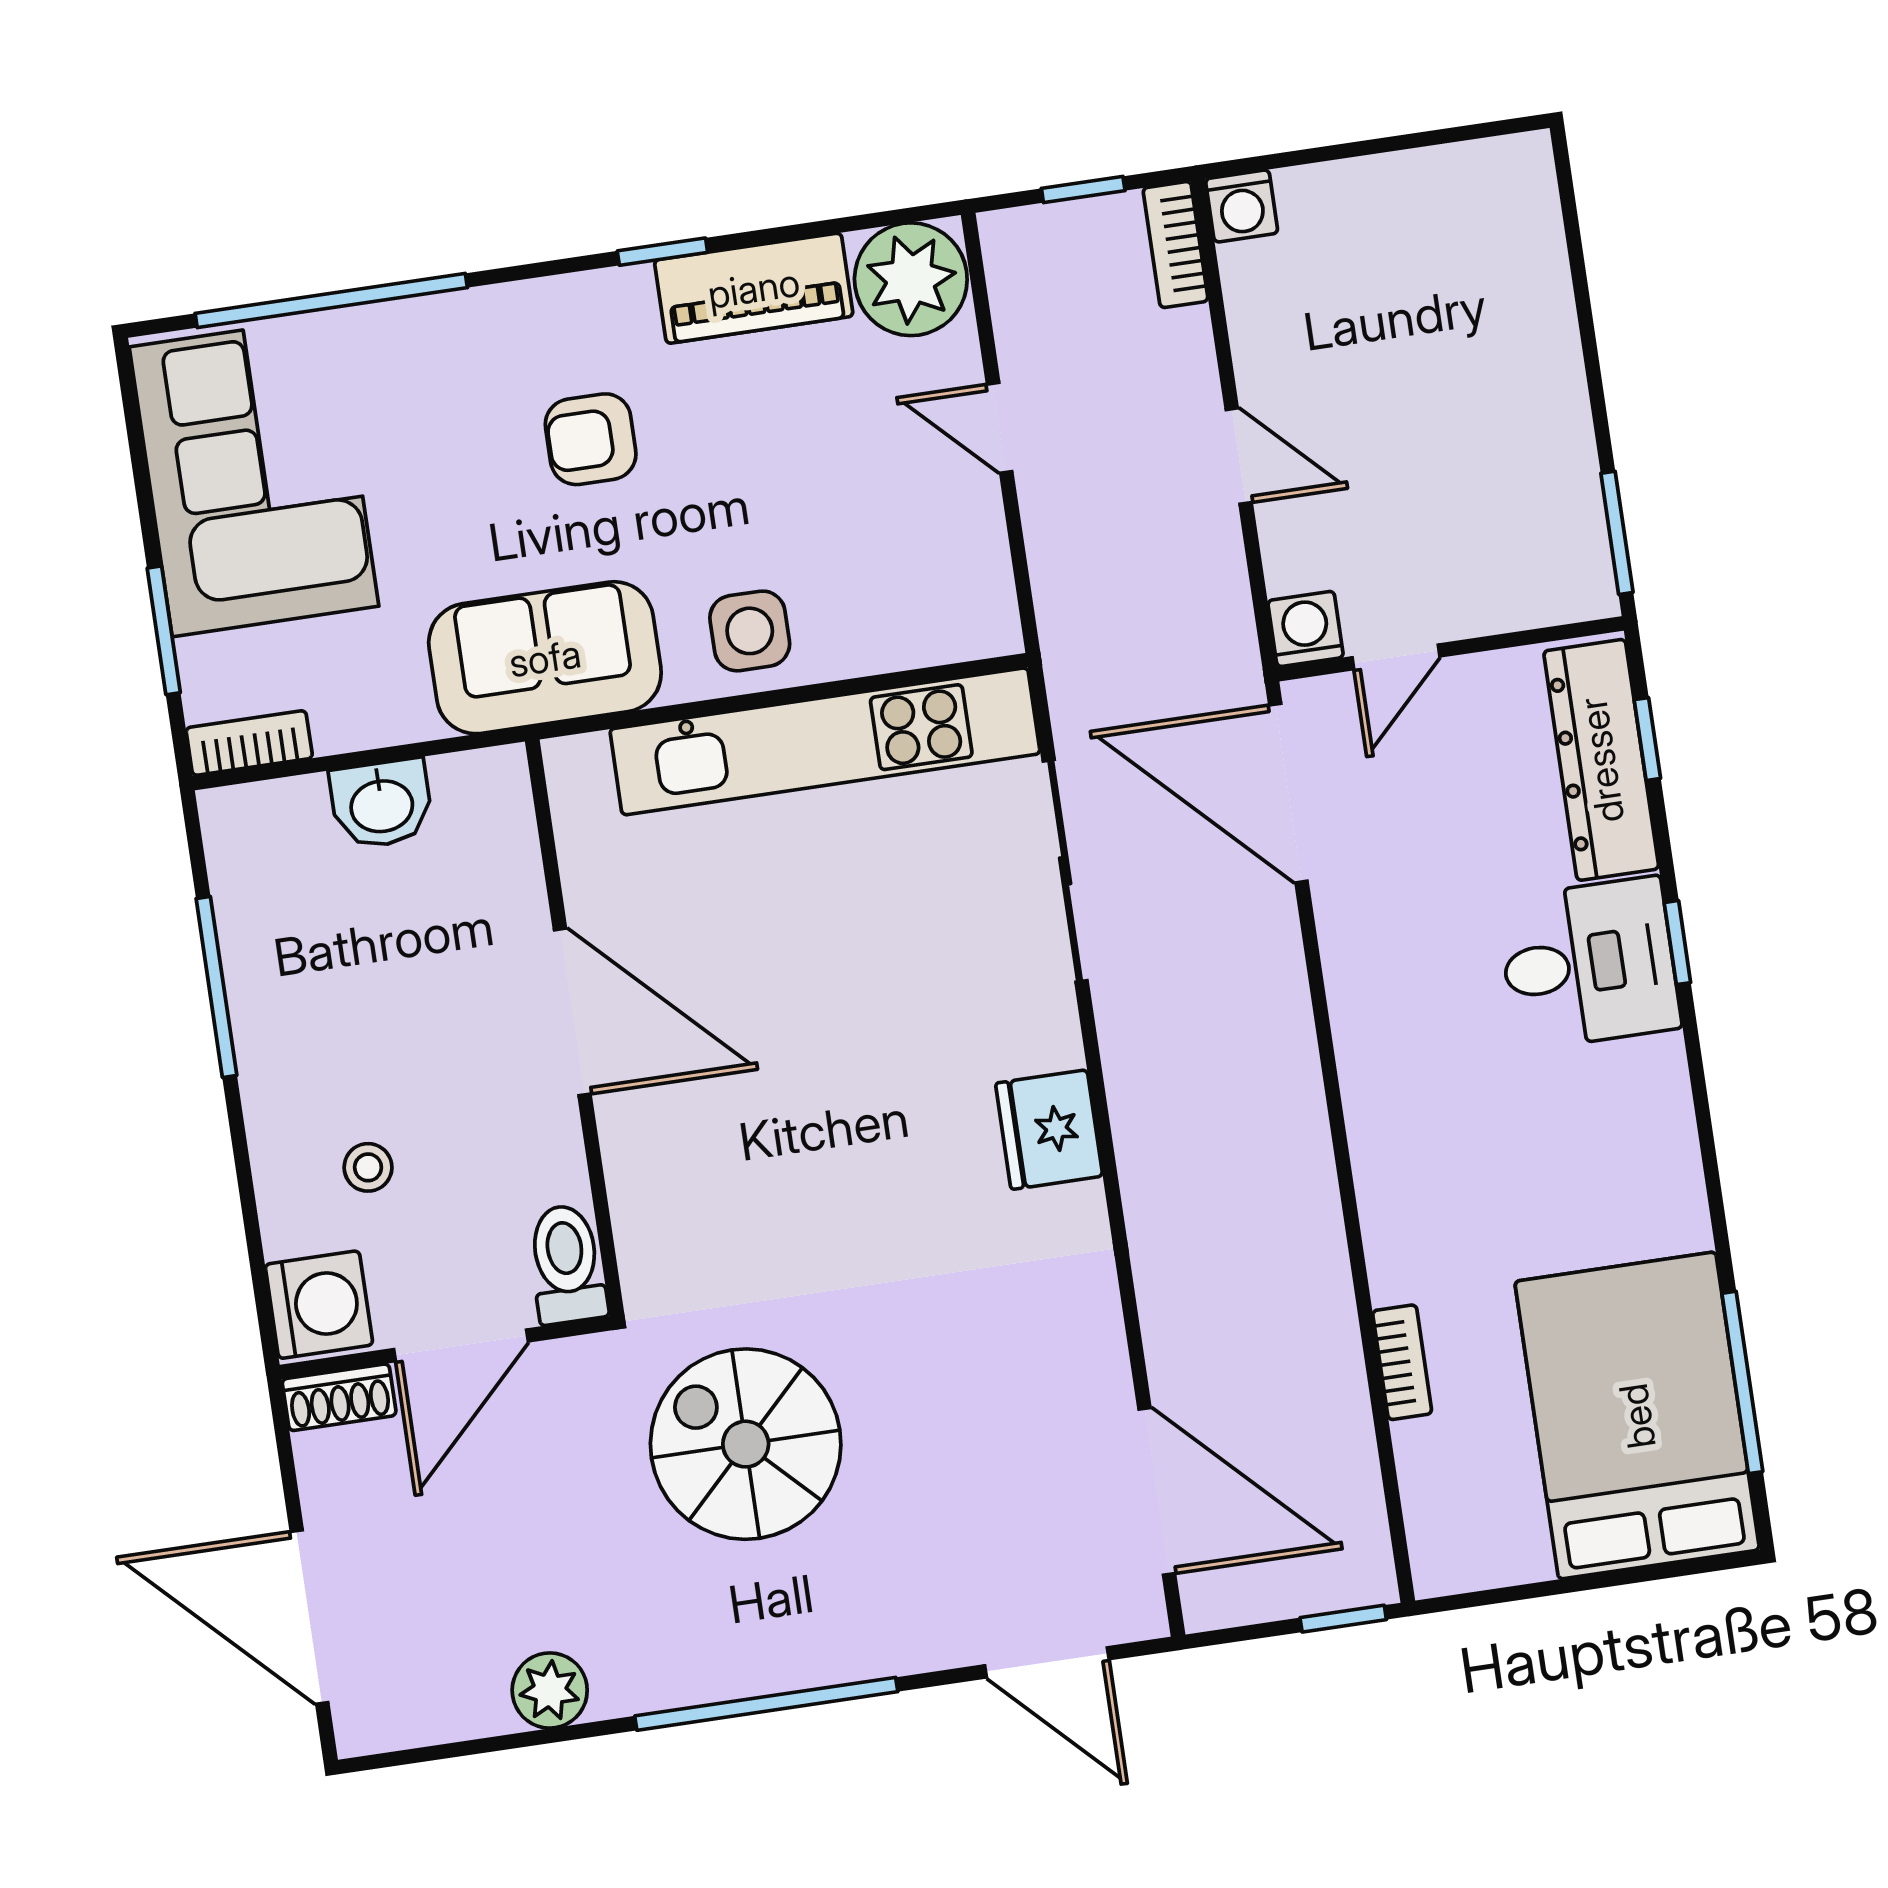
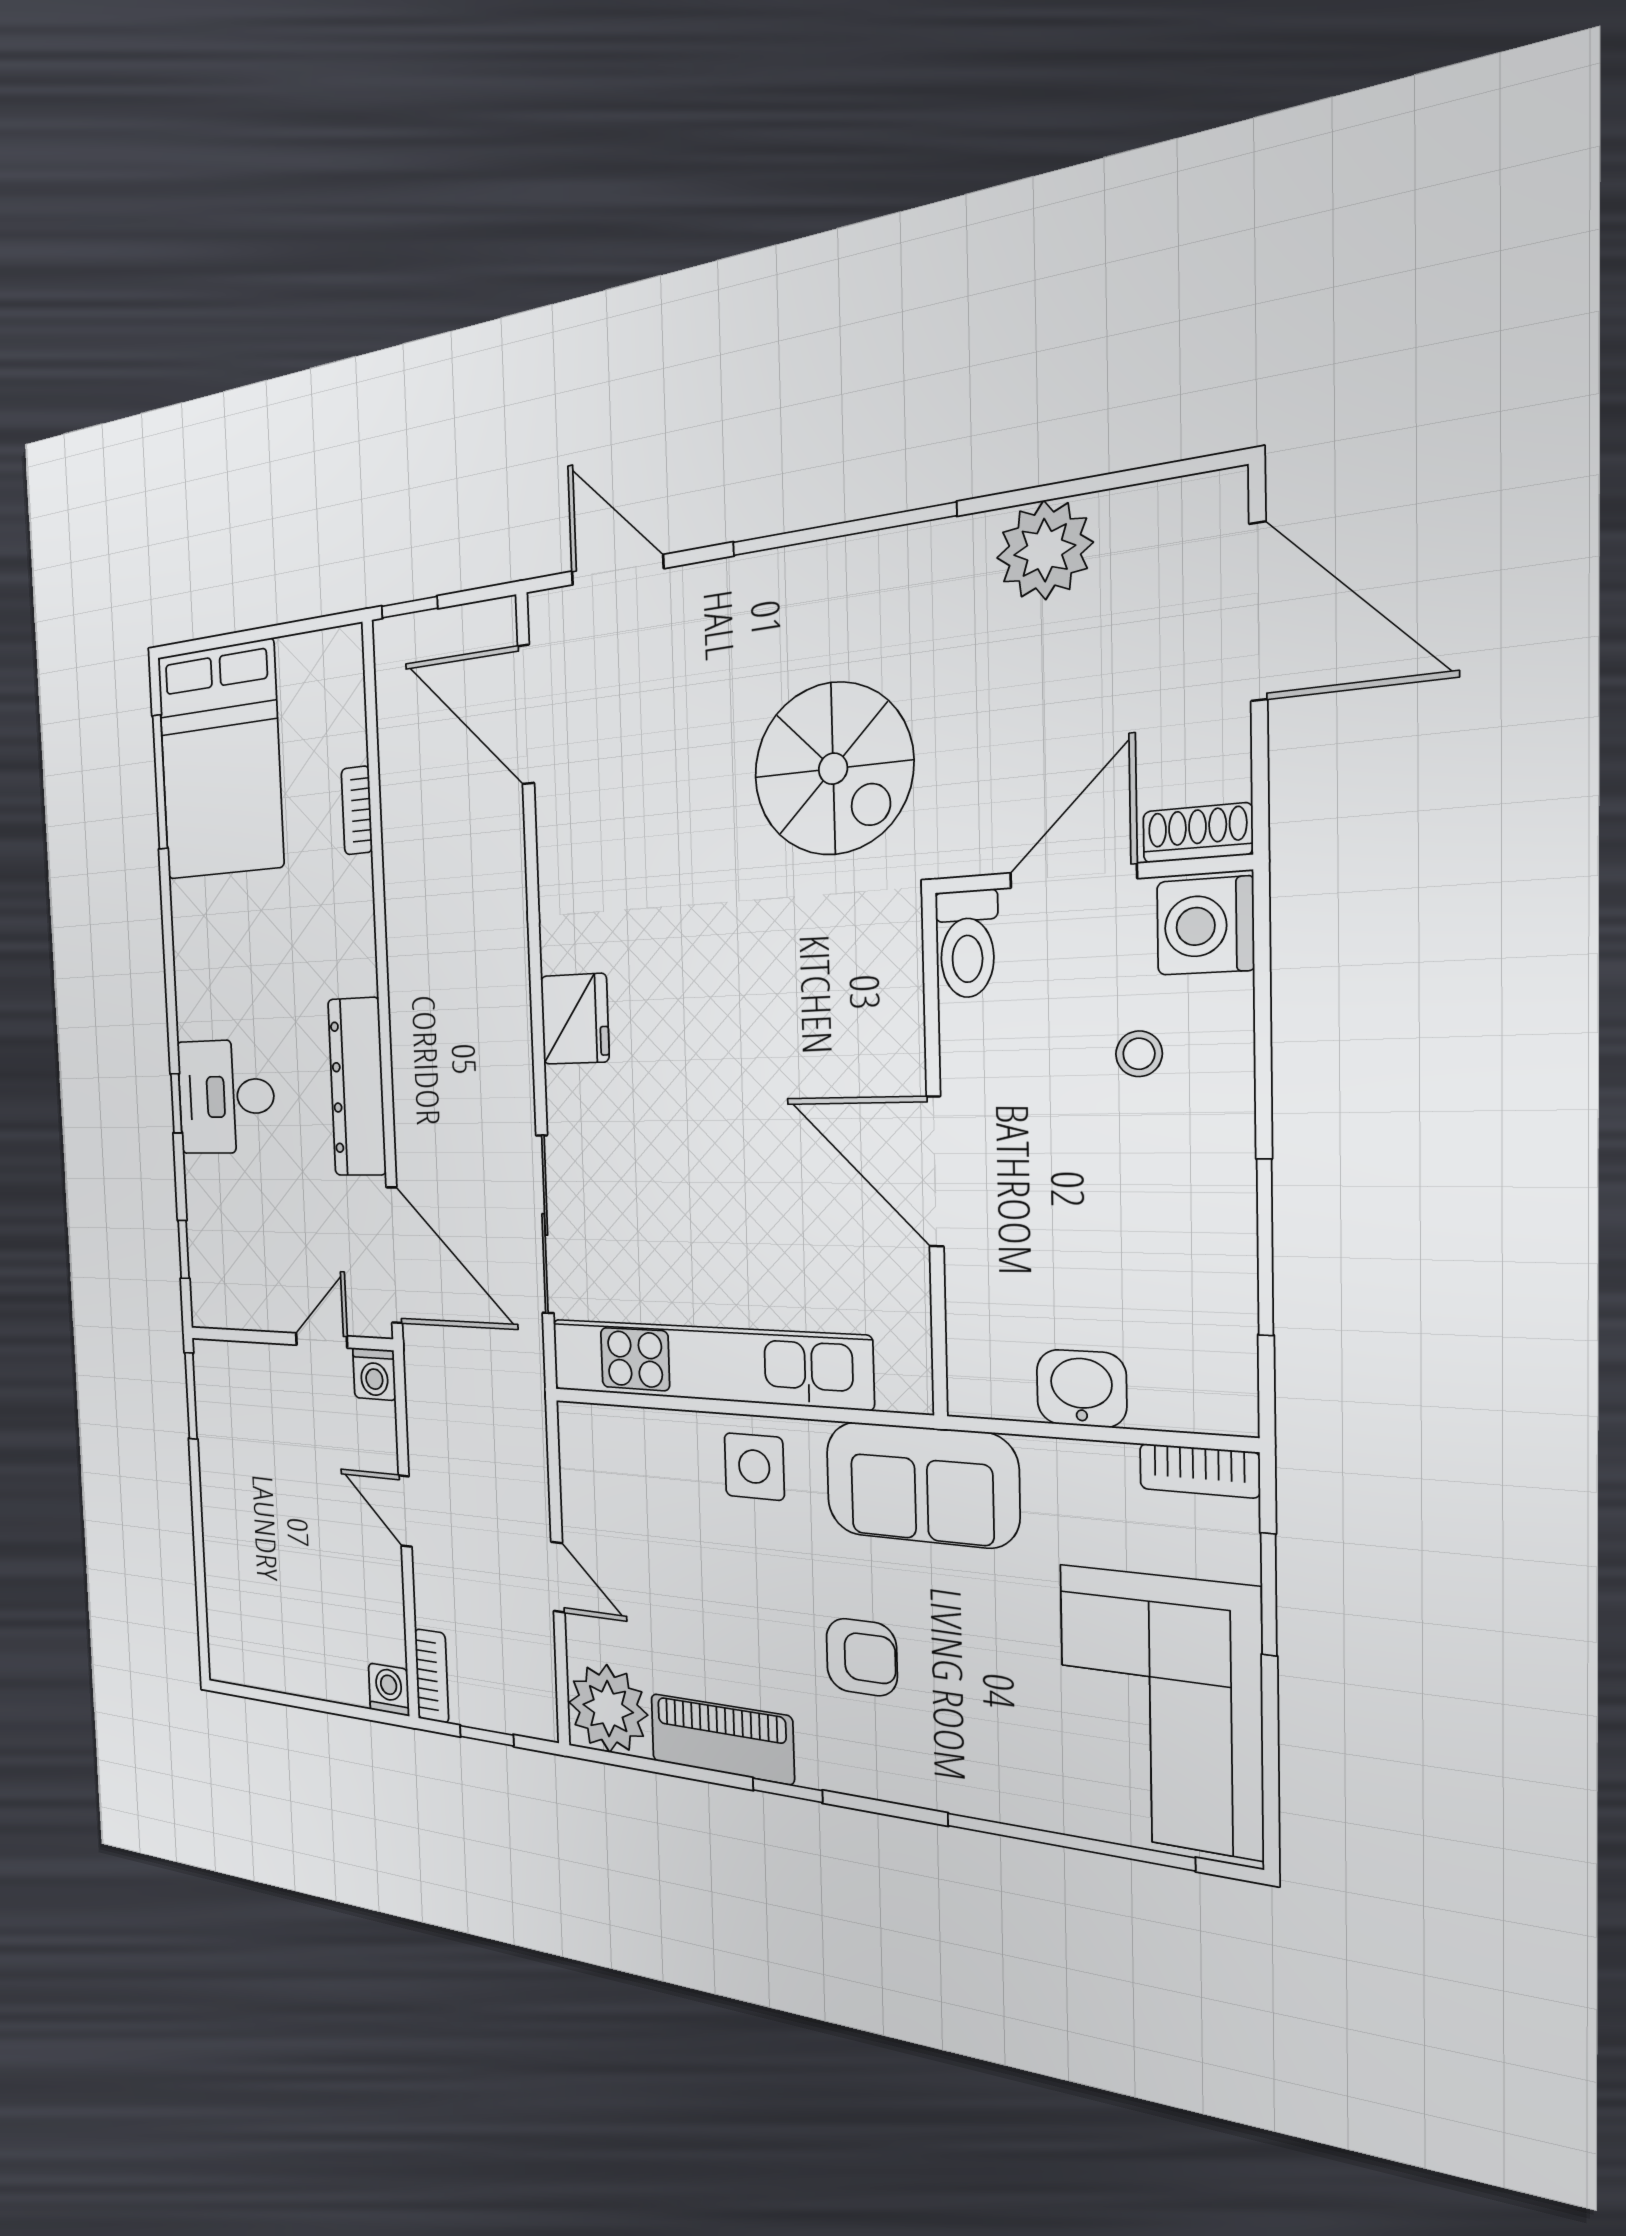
dresser: (1601, 760) -> (357, 1087), moved, turned 180
plant: (550, 1690) -> (1045, 550), width x1.36, depth x1.36

